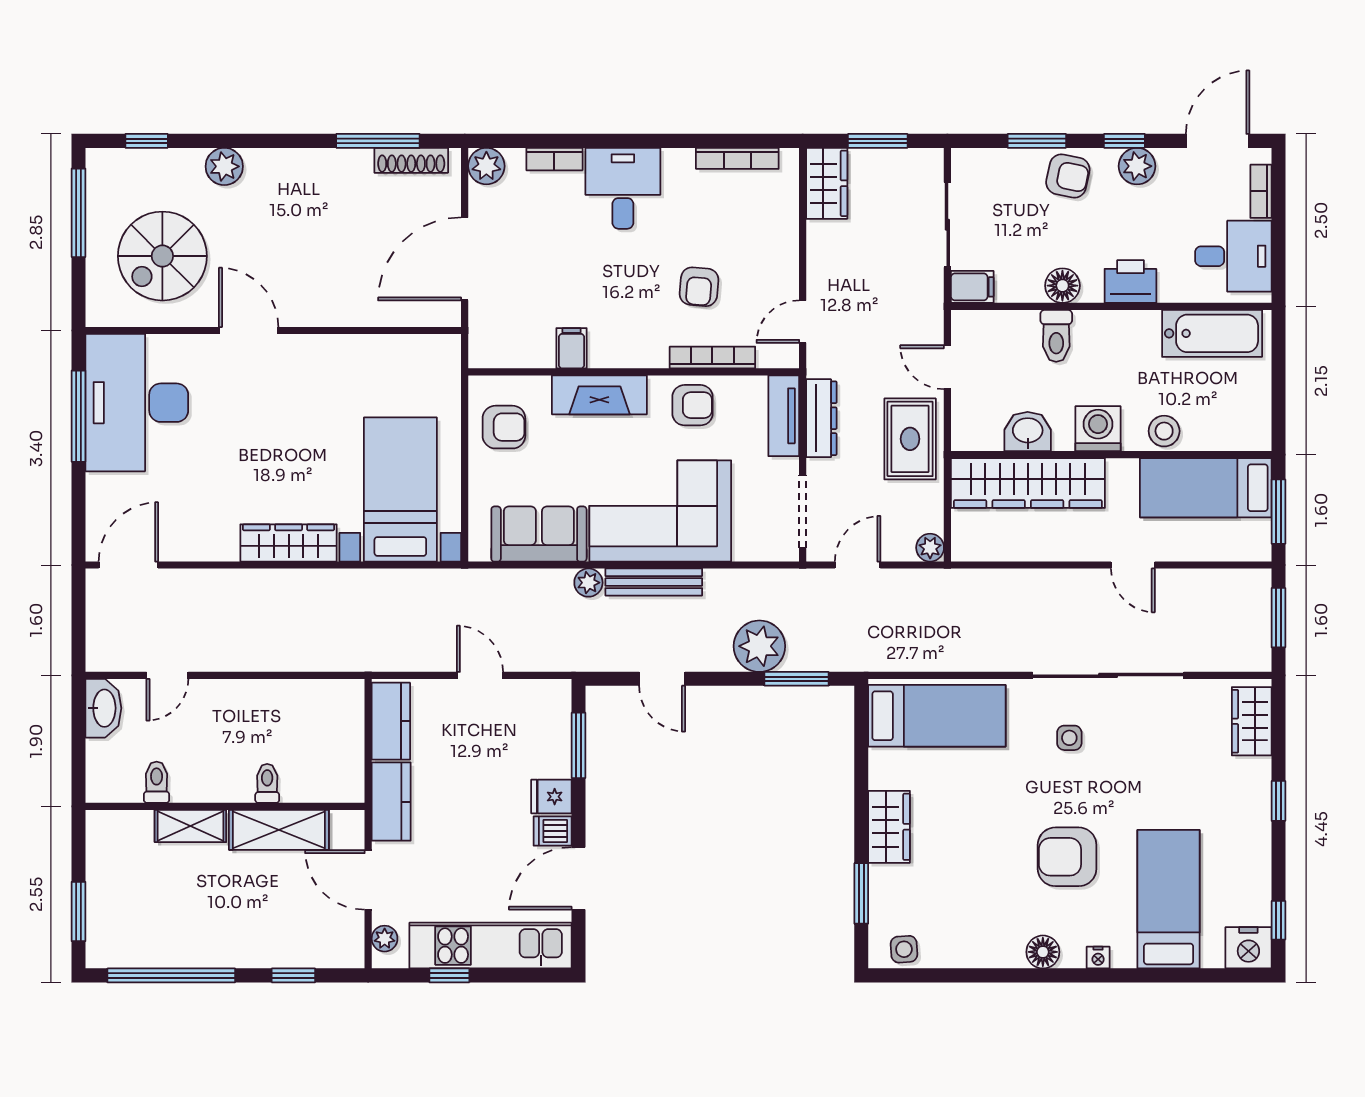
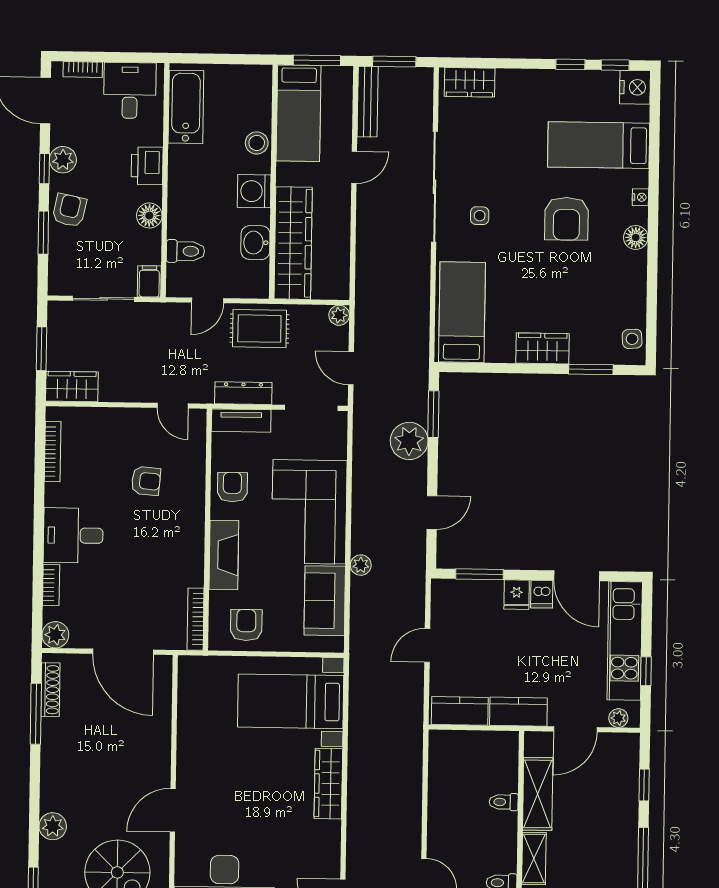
toilet: (1056, 336) -> (185, 251), moved
filing cabinet: (572, 348) -> (189, 575), removed
bookcase: (712, 358) -> (196, 619), moved
bench: (654, 582) -> (368, 102), moved
window: (1278, 801) -> (570, 64), moved

